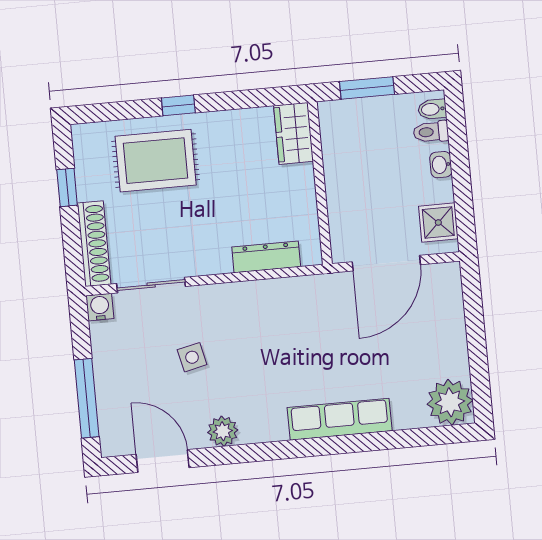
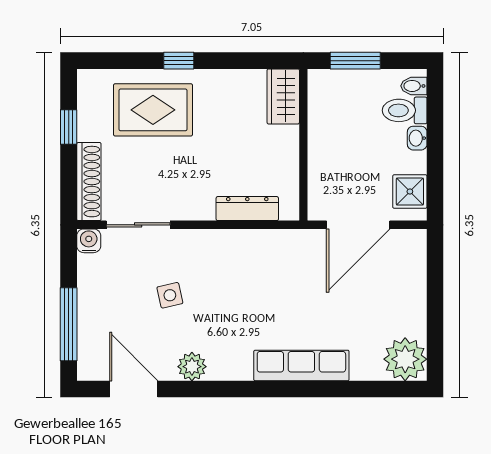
toilet: (431, 132) -> (405, 110), width x1.37, depth x1.39

